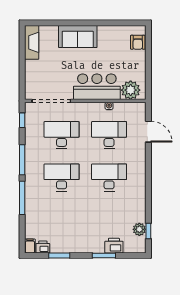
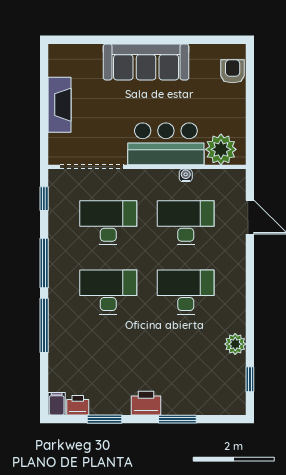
sofa: (78, 36) -> (146, 62), width x1.36
fireplace: (32, 42) -> (59, 105), moved
armchair: (138, 42) -> (233, 71), turned 180
plant: (139, 229) -> (235, 344), moved
printer: (114, 246) -> (146, 403), moved

